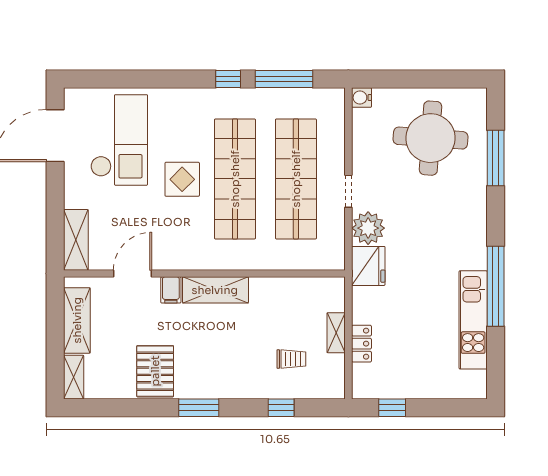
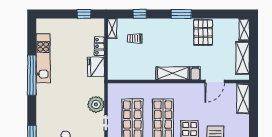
fridge: (368, 266) -> (96, 67), moved
shelving: (336, 333) -> (112, 28), moved

